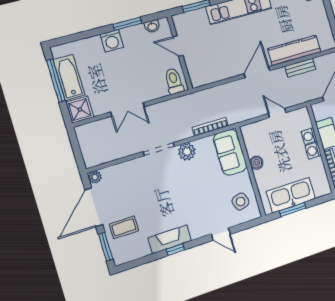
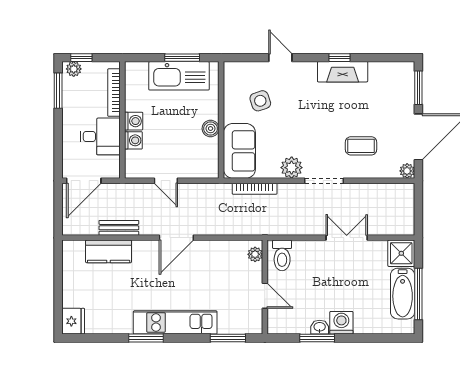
washbasin: (152, 26) -> (320, 327), moved
kitchen counter: (294, 50) -> (109, 251), width x0.67
plant: (195, 76) -> (255, 254), added
side table: (241, 202) -> (260, 101), moved
coffee table: (124, 227) -> (361, 146), moved

